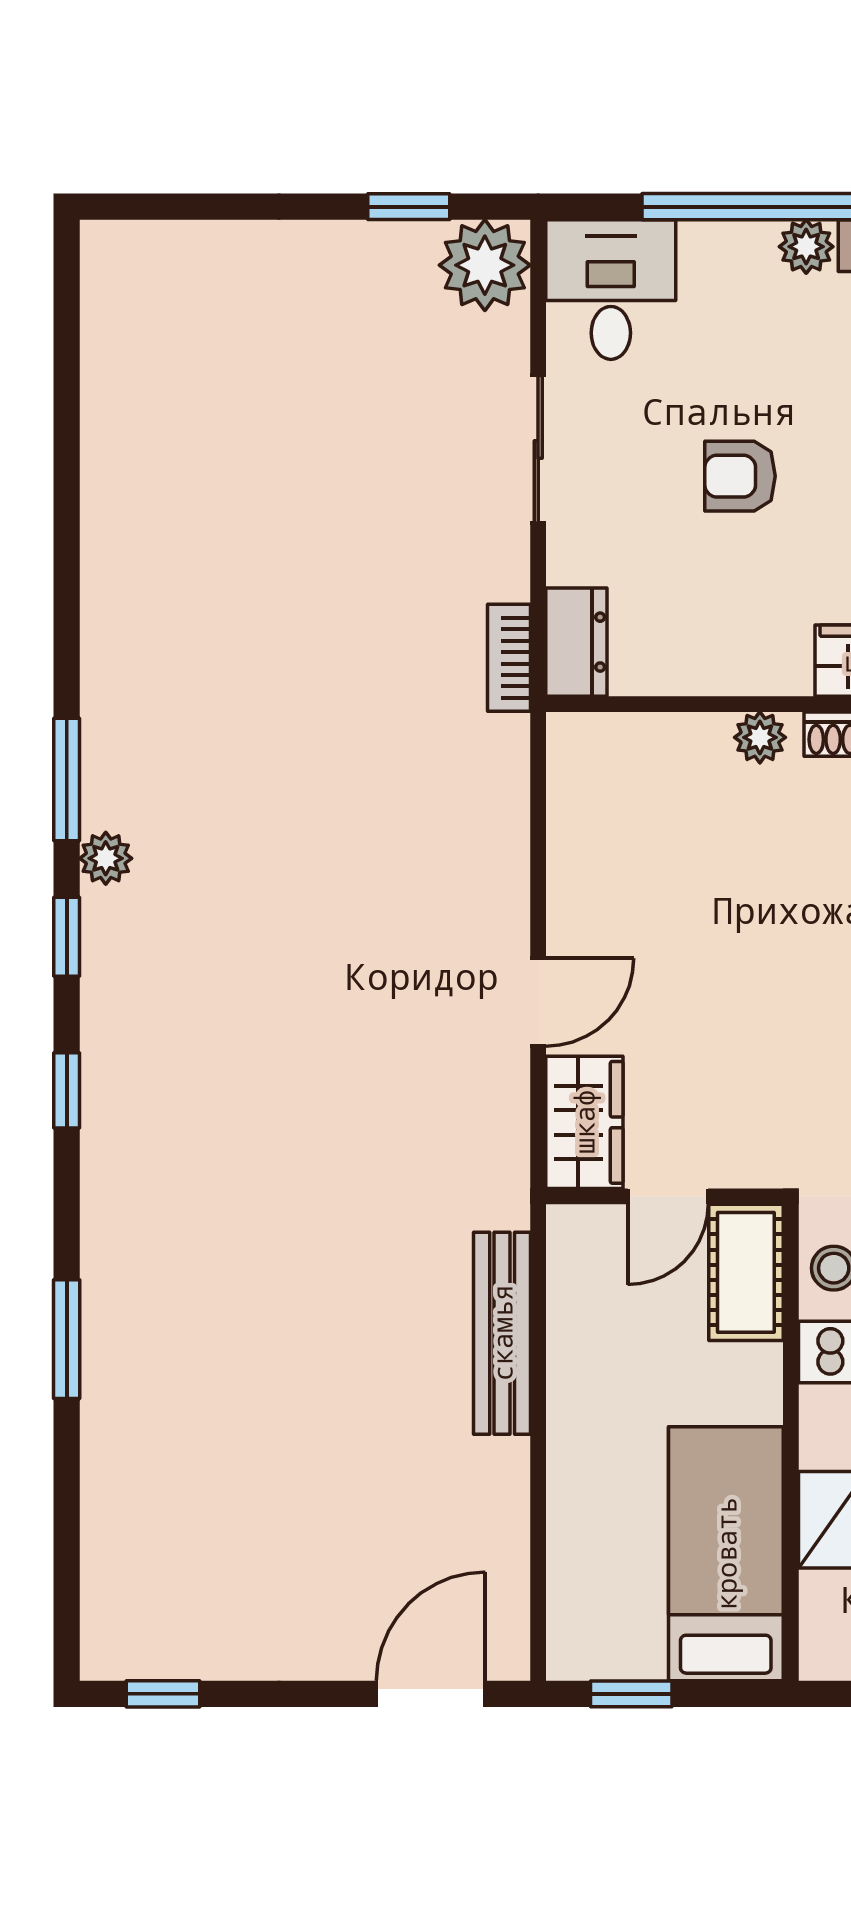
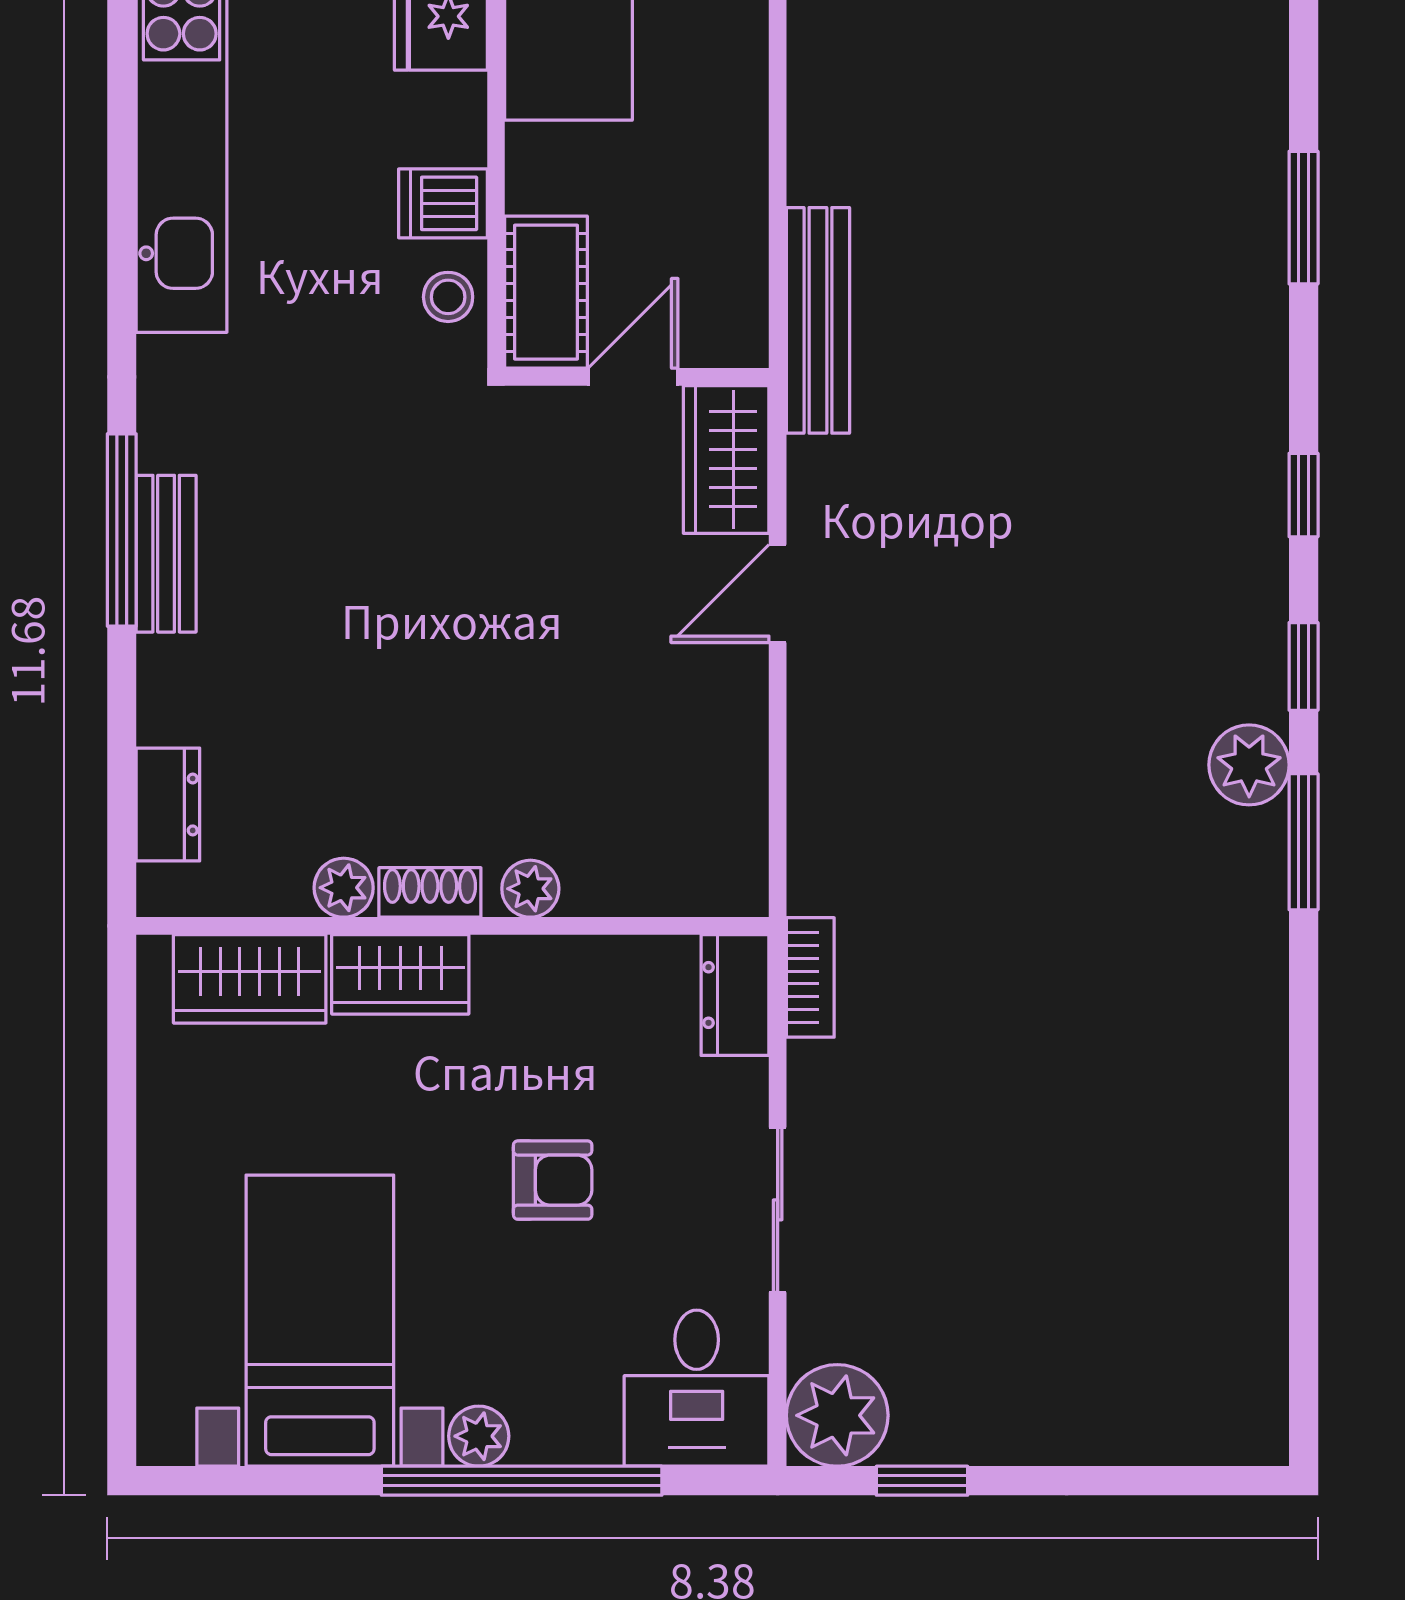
plant: (106, 858) -> (1249, 765), width x1.38, depth x1.38
bench: (502, 1333) -> (818, 320), moved

